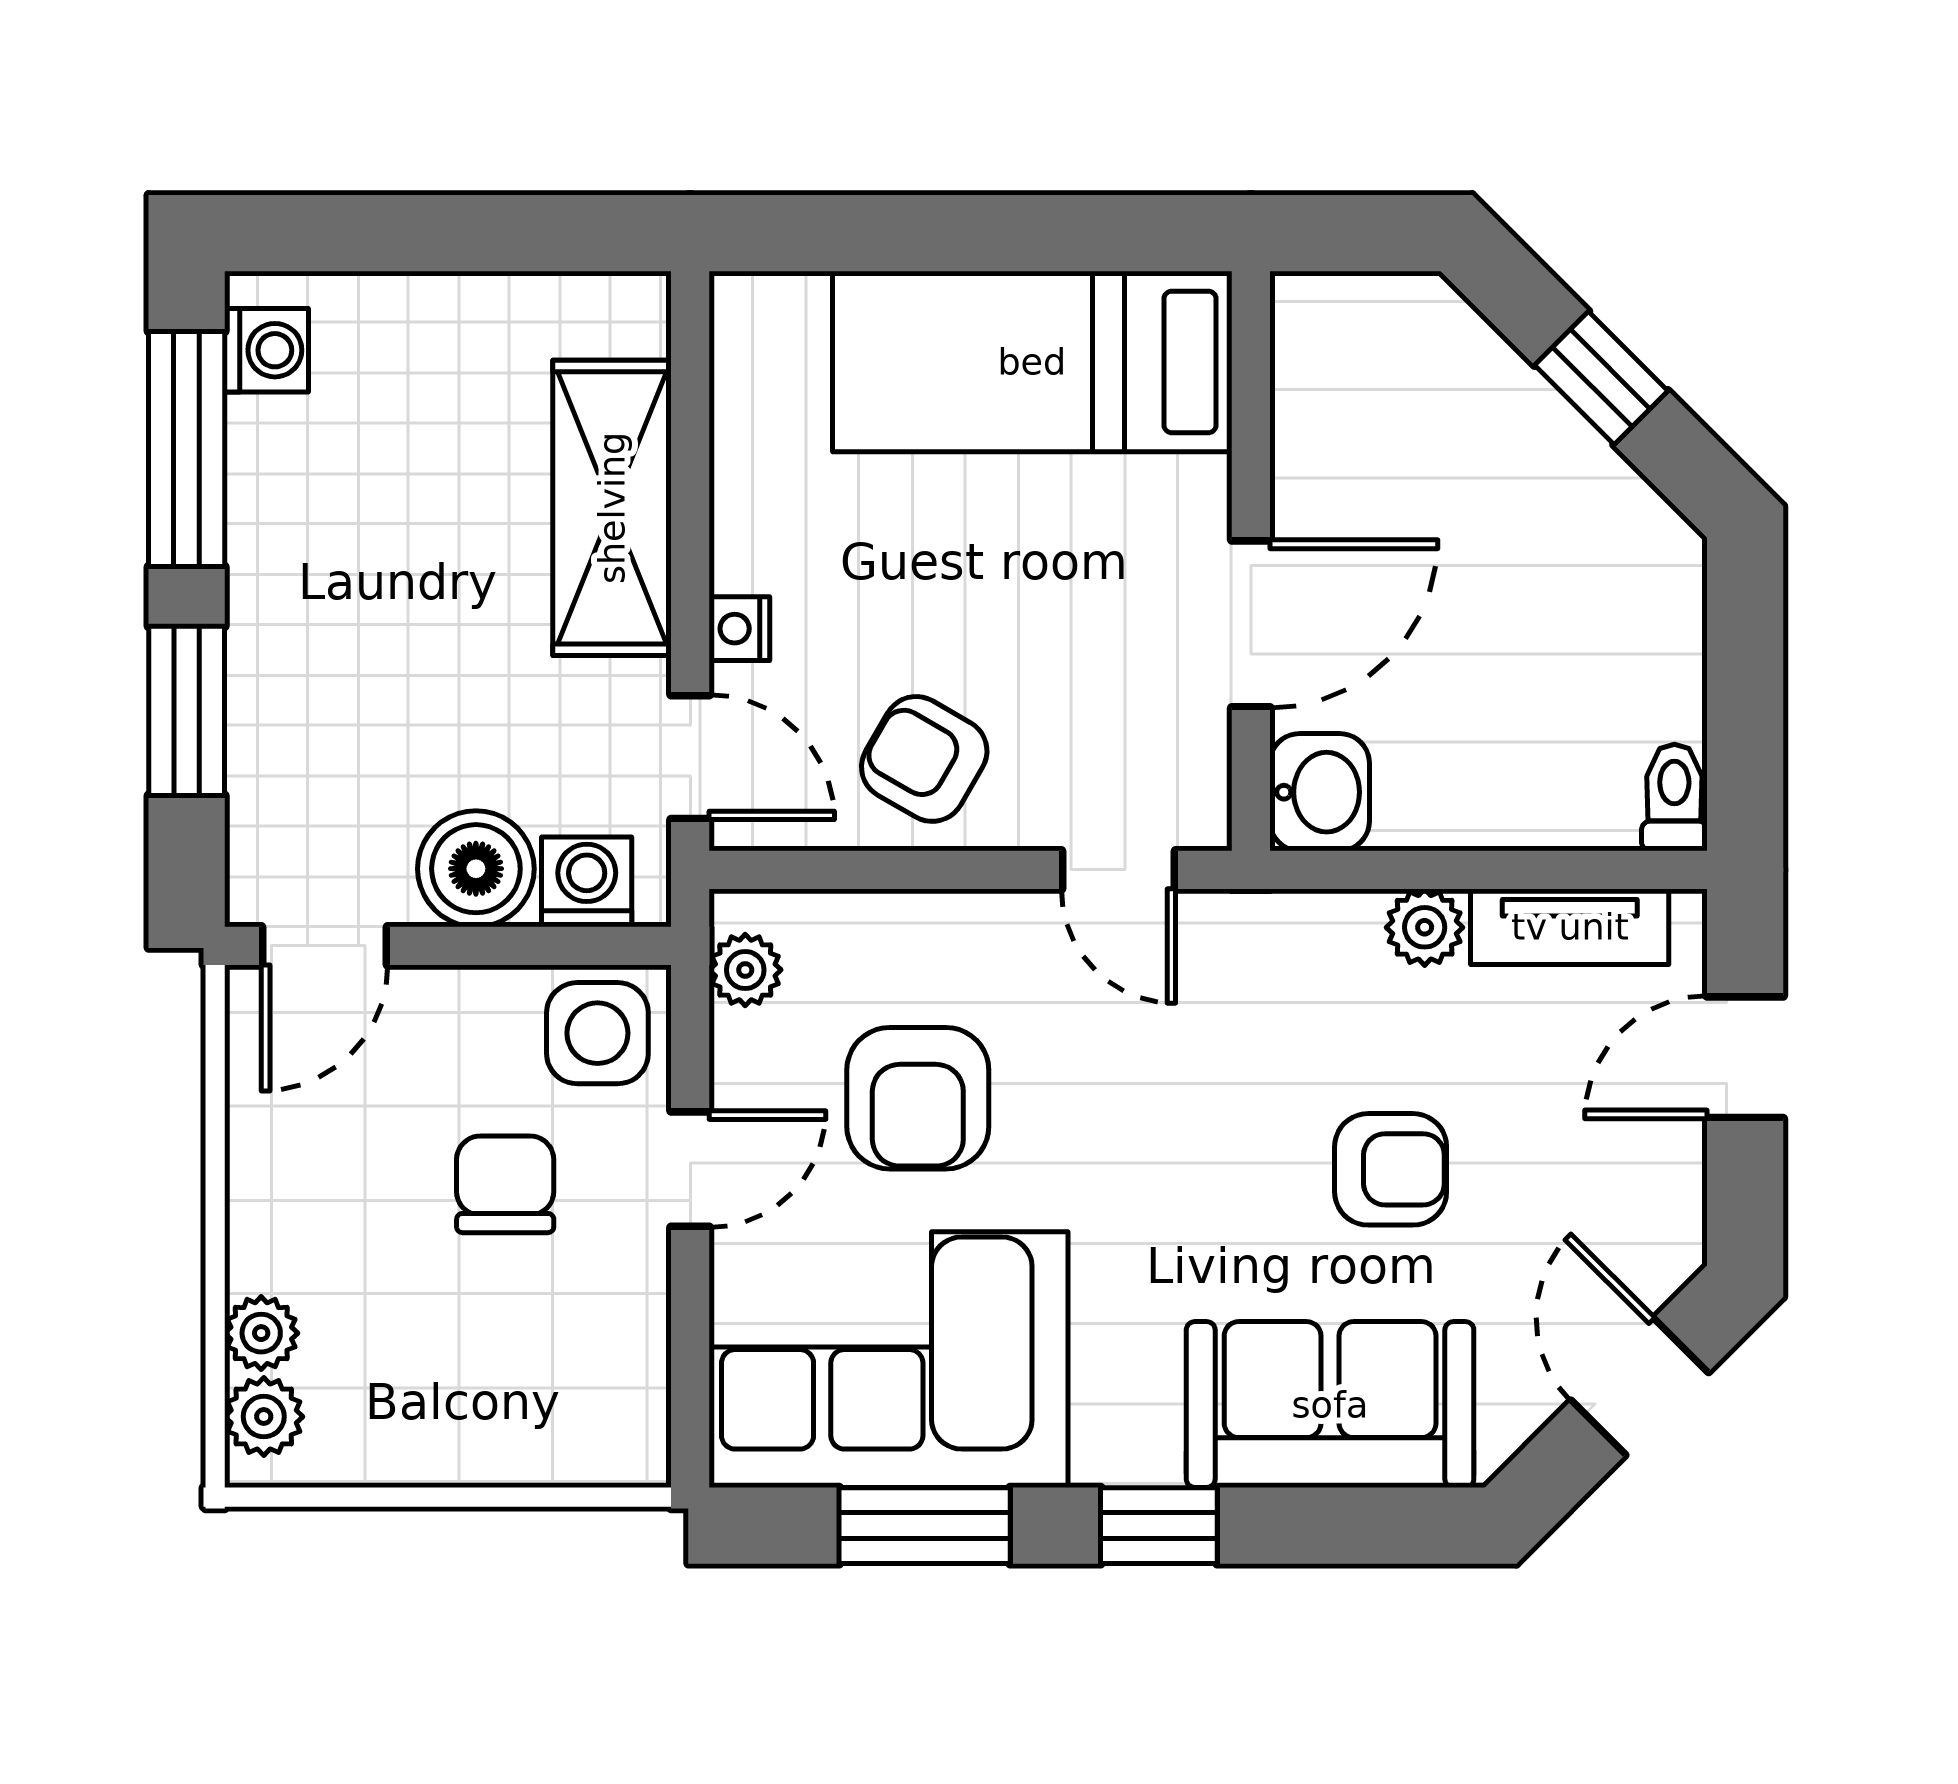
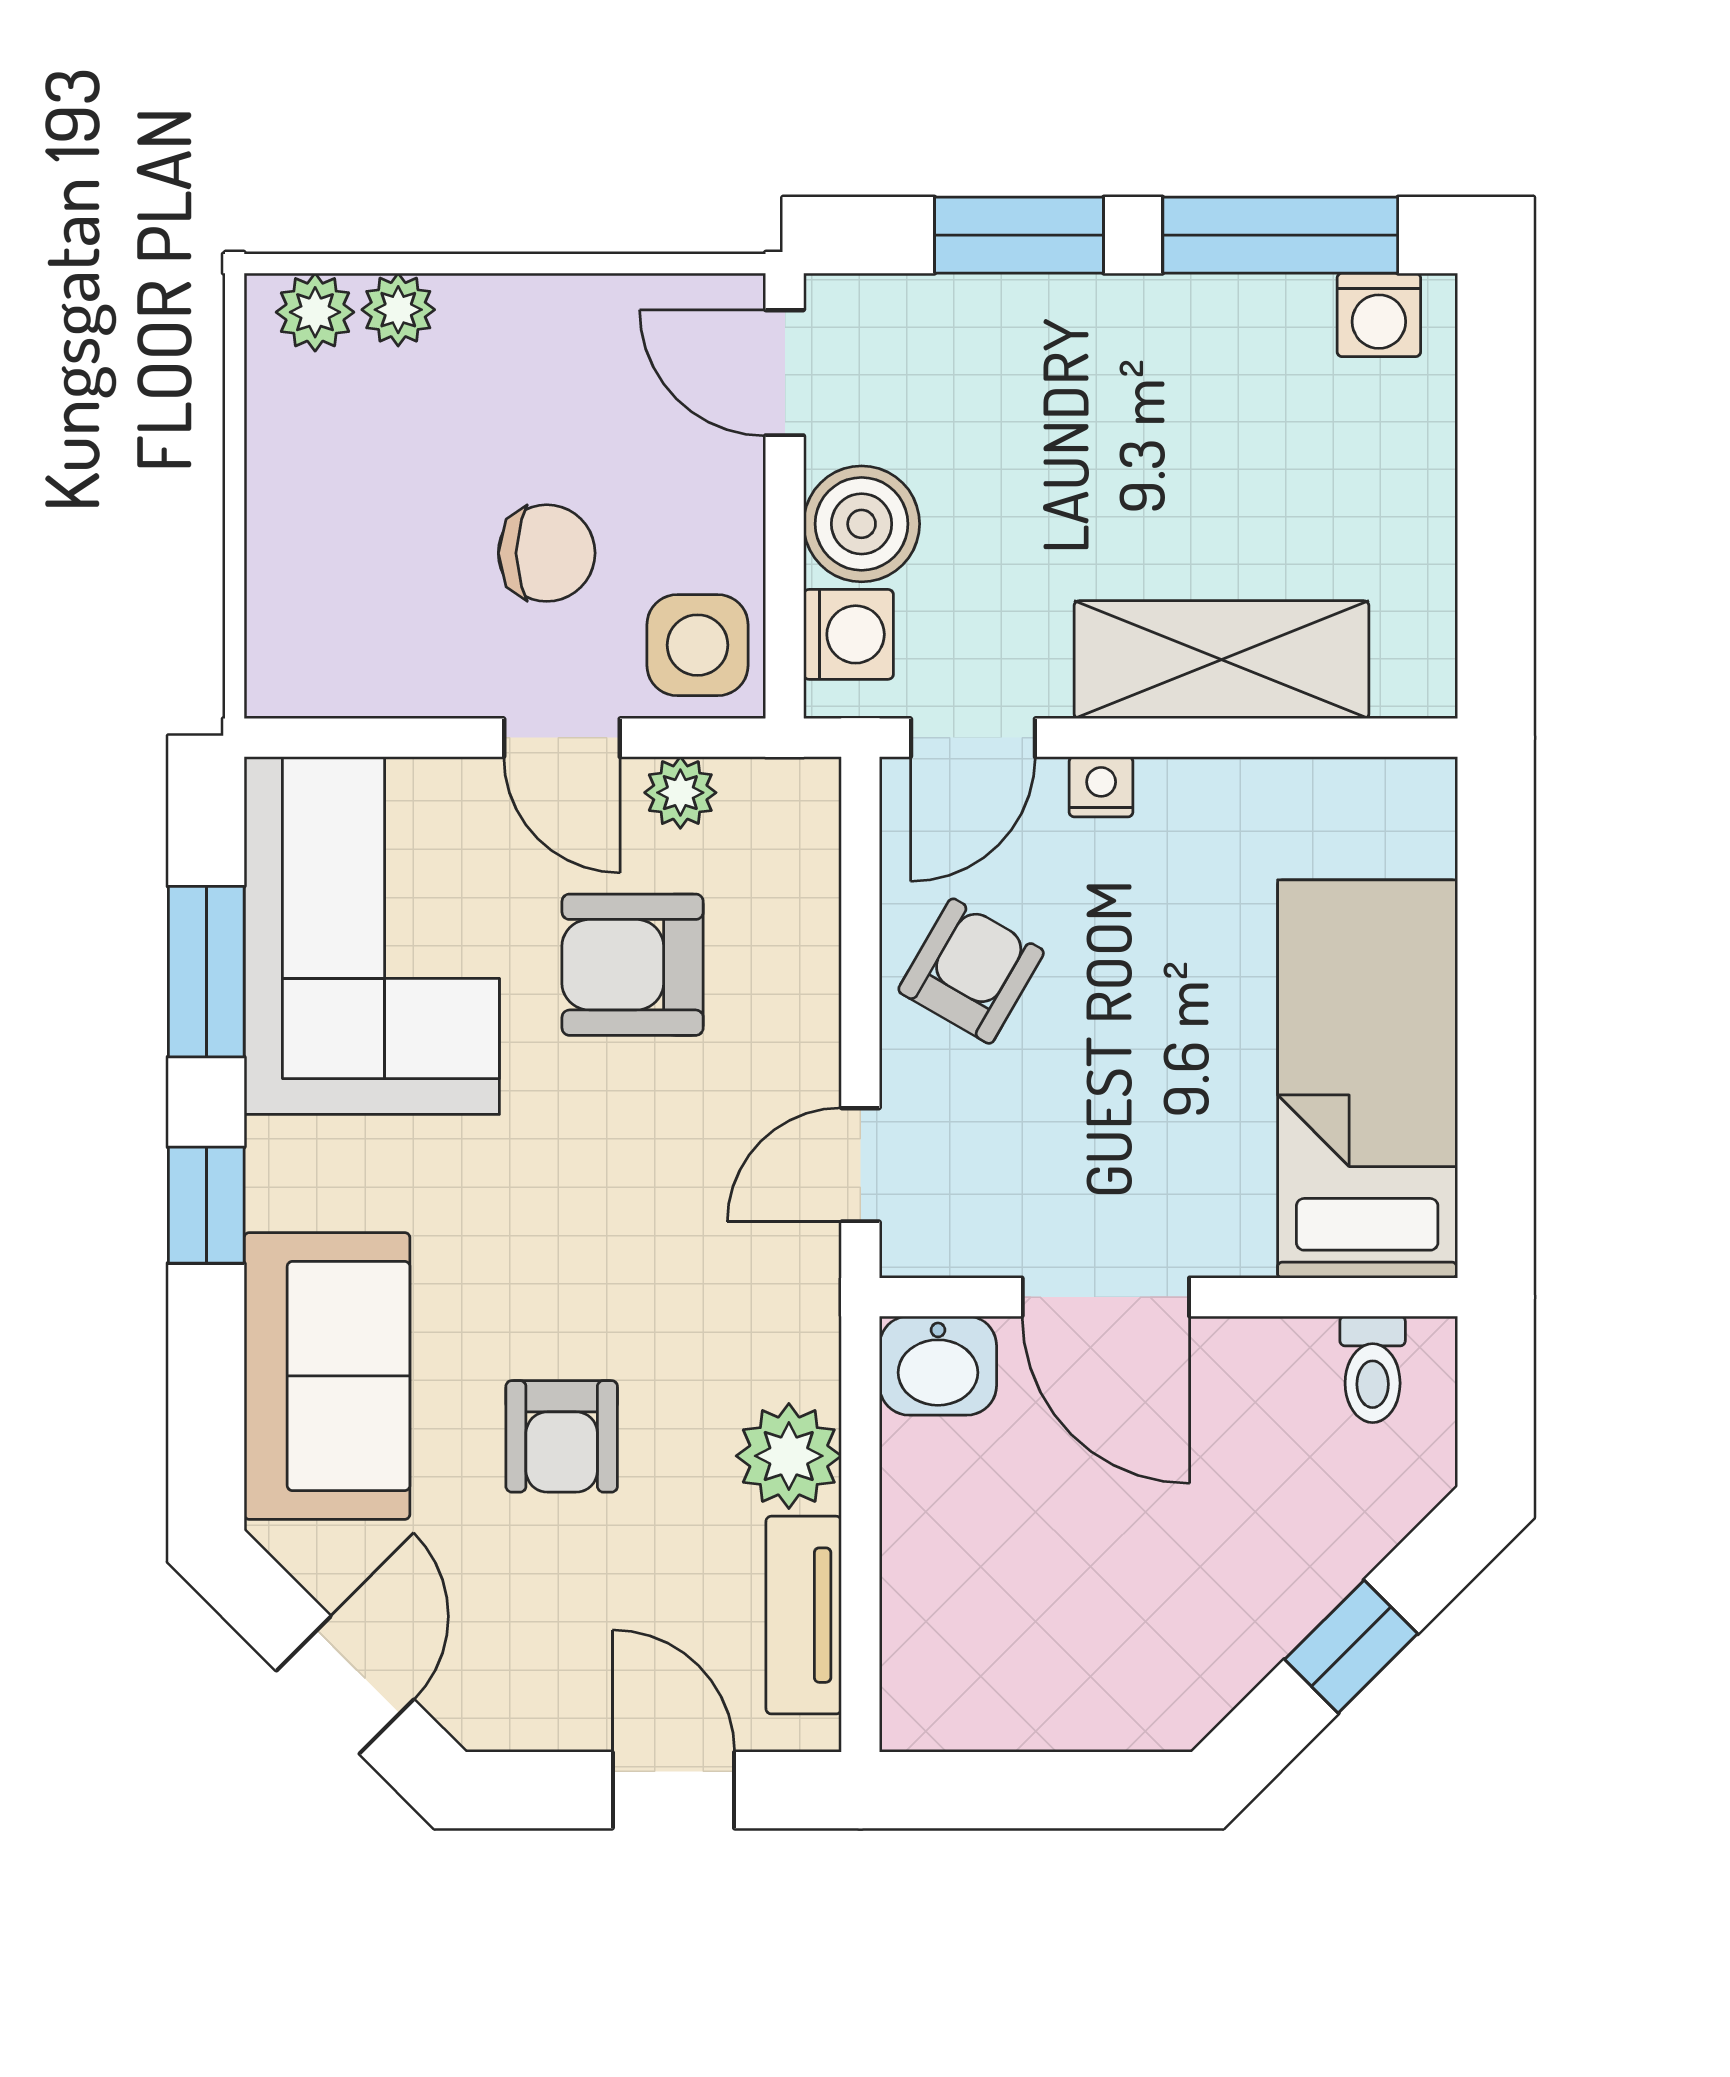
toilet: (1674, 797) -> (1373, 1369), moved, turned 90
plant: (1425, 927) -> (789, 1456), width x1.38, depth x1.38
plant: (745, 970) -> (680, 793), moved
door: (1640, 1386) -> (345, 1685), hinge flipped

